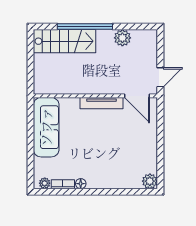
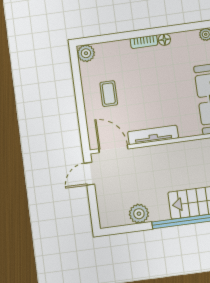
coffee table: (135, 144) -> (109, 94), added
bookcase: (63, 184) -> (144, 42), moved

